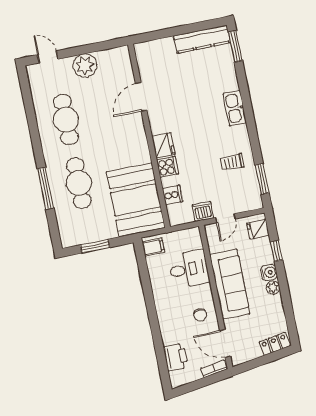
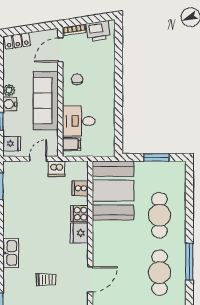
trolley: (232, 162) -> (46, 280), moved
window: (46, 188) -> (189, 262), moved
filing cabinet: (153, 247) -> (72, 144), moved, turned 180
door: (225, 343) -> (60, 50), swing flipped
printer: (176, 357) -> (98, 31), moved, turned -99

